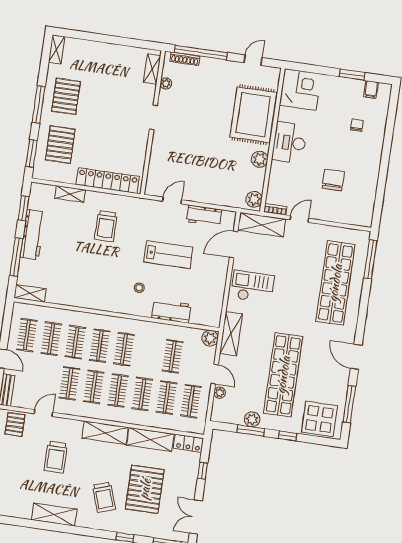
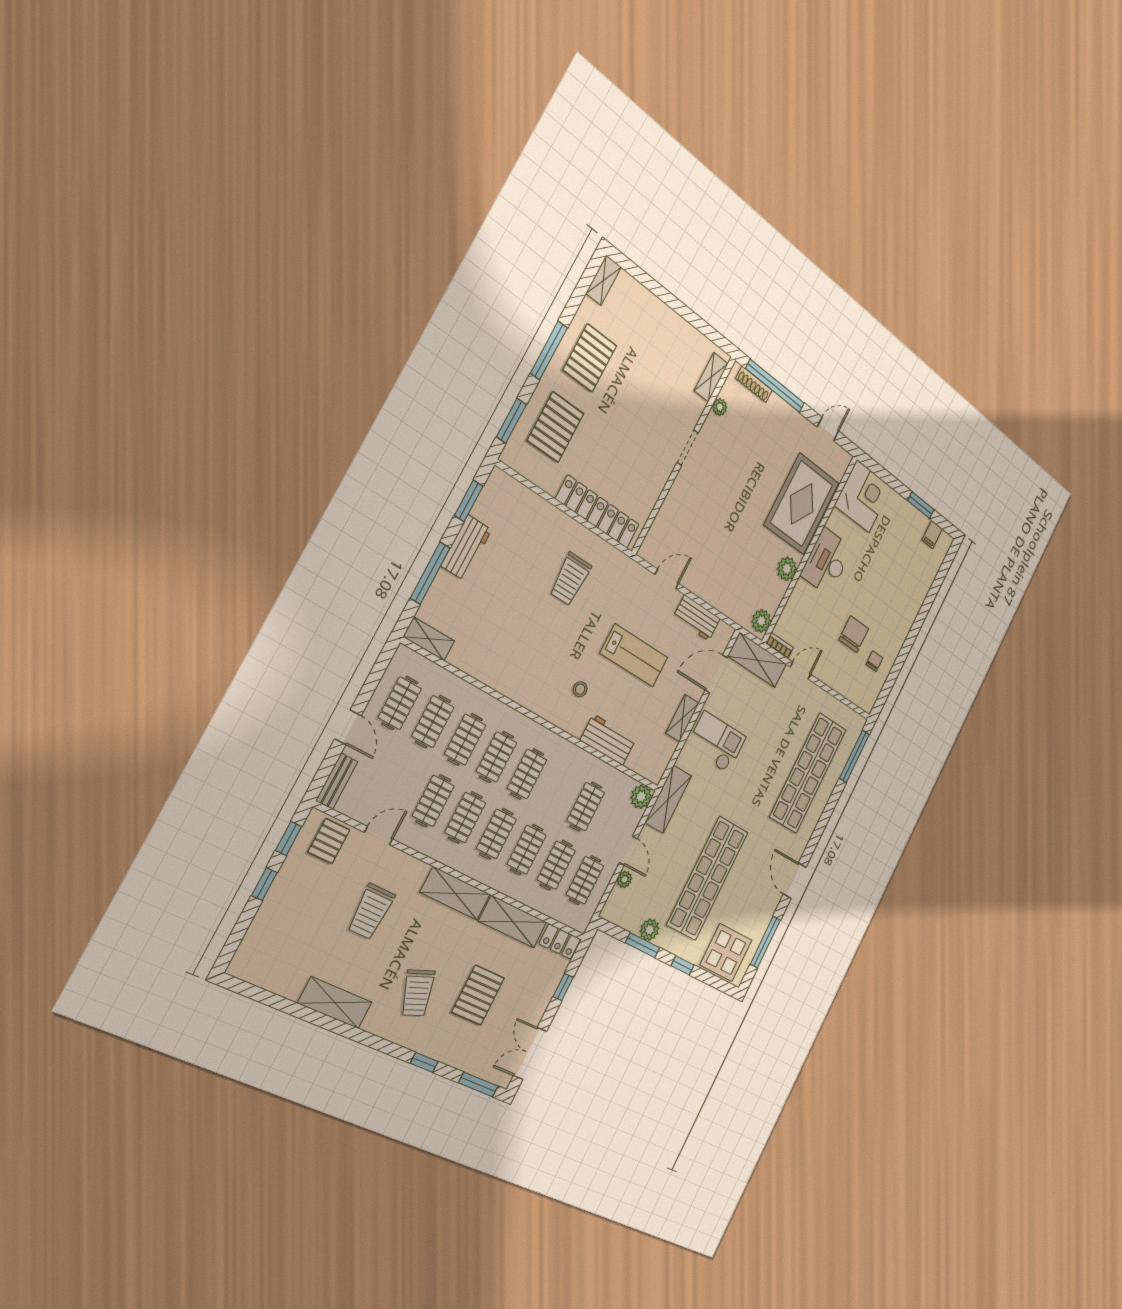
chair: (357, 125) -> (874, 661), moved
shelving: (70, 194) -> (682, 718), moved, turned 90
workbench: (32, 235) -> (466, 548), width x0.73
pallet: (145, 489) -> (478, 995), width x0.73, depth x0.71

